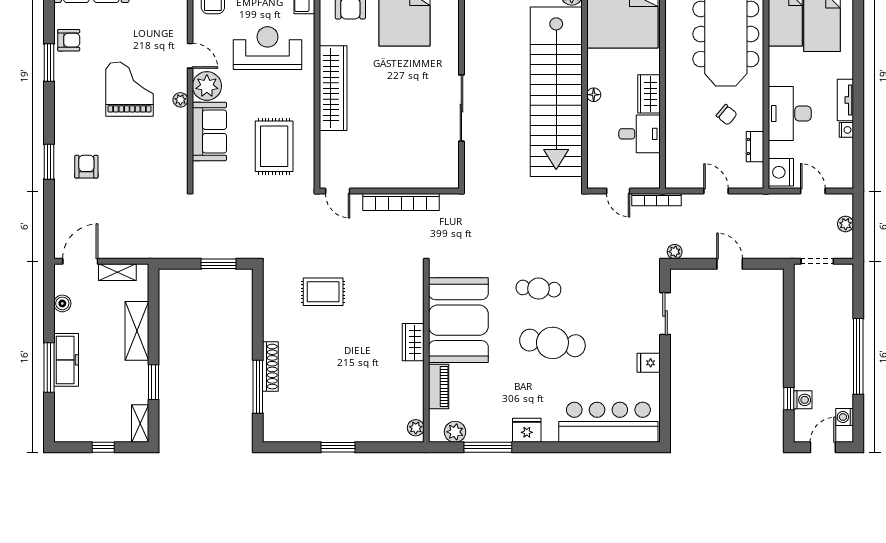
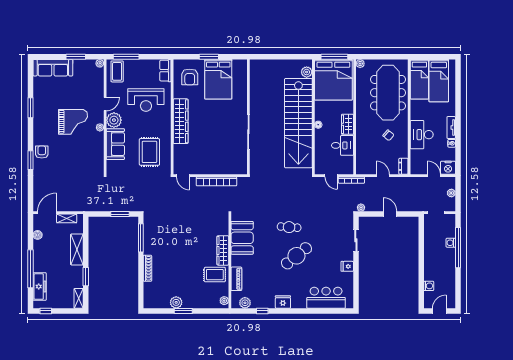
armchair: (69, 40) -> (41, 96), removed
reception desk: (268, 48) -> (146, 100), turned 180
door: (190, 56) -> (105, 104), hinge flipped
grand piano: (130, 89) -> (73, 122), turned 90
dresser: (755, 147) -> (403, 166), moved
armchair: (86, 167) -> (42, 152), moved
nightstand: (781, 172) -> (448, 168), moved, turned -90
rug: (323, 292) -> (215, 275), moved
booth: (458, 320) -> (242, 238), width x0.73, depth x0.70
wardrobe: (413, 342) -> (223, 250), width x1.50
cafe table: (552, 343) -> (296, 256), turned -46
window: (858, 356) -> (458, 248), moved
freezer: (66, 360) -> (40, 287), moved
window: (49, 368) -> (31, 269), width x1.46
window: (258, 387) -> (141, 238), moved
window: (789, 399) -> (421, 285), removed
washing machine: (845, 417) -> (451, 243), moved
bar counter: (608, 422) -> (326, 298), width x0.73
plant: (325, 431) -> (176, 302), added
window: (103, 447) -> (46, 311), moved
window: (488, 447) -> (262, 311), width x0.46

